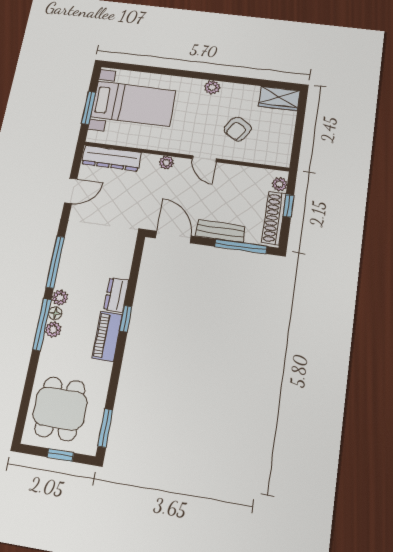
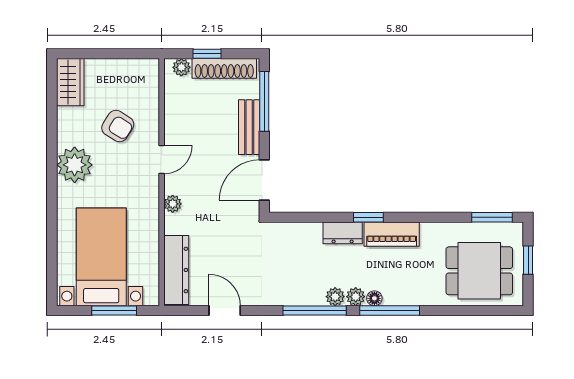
plant: (212, 87) -> (75, 165), width x1.88, depth x1.88
plant: (53, 329) -> (335, 297), moved

